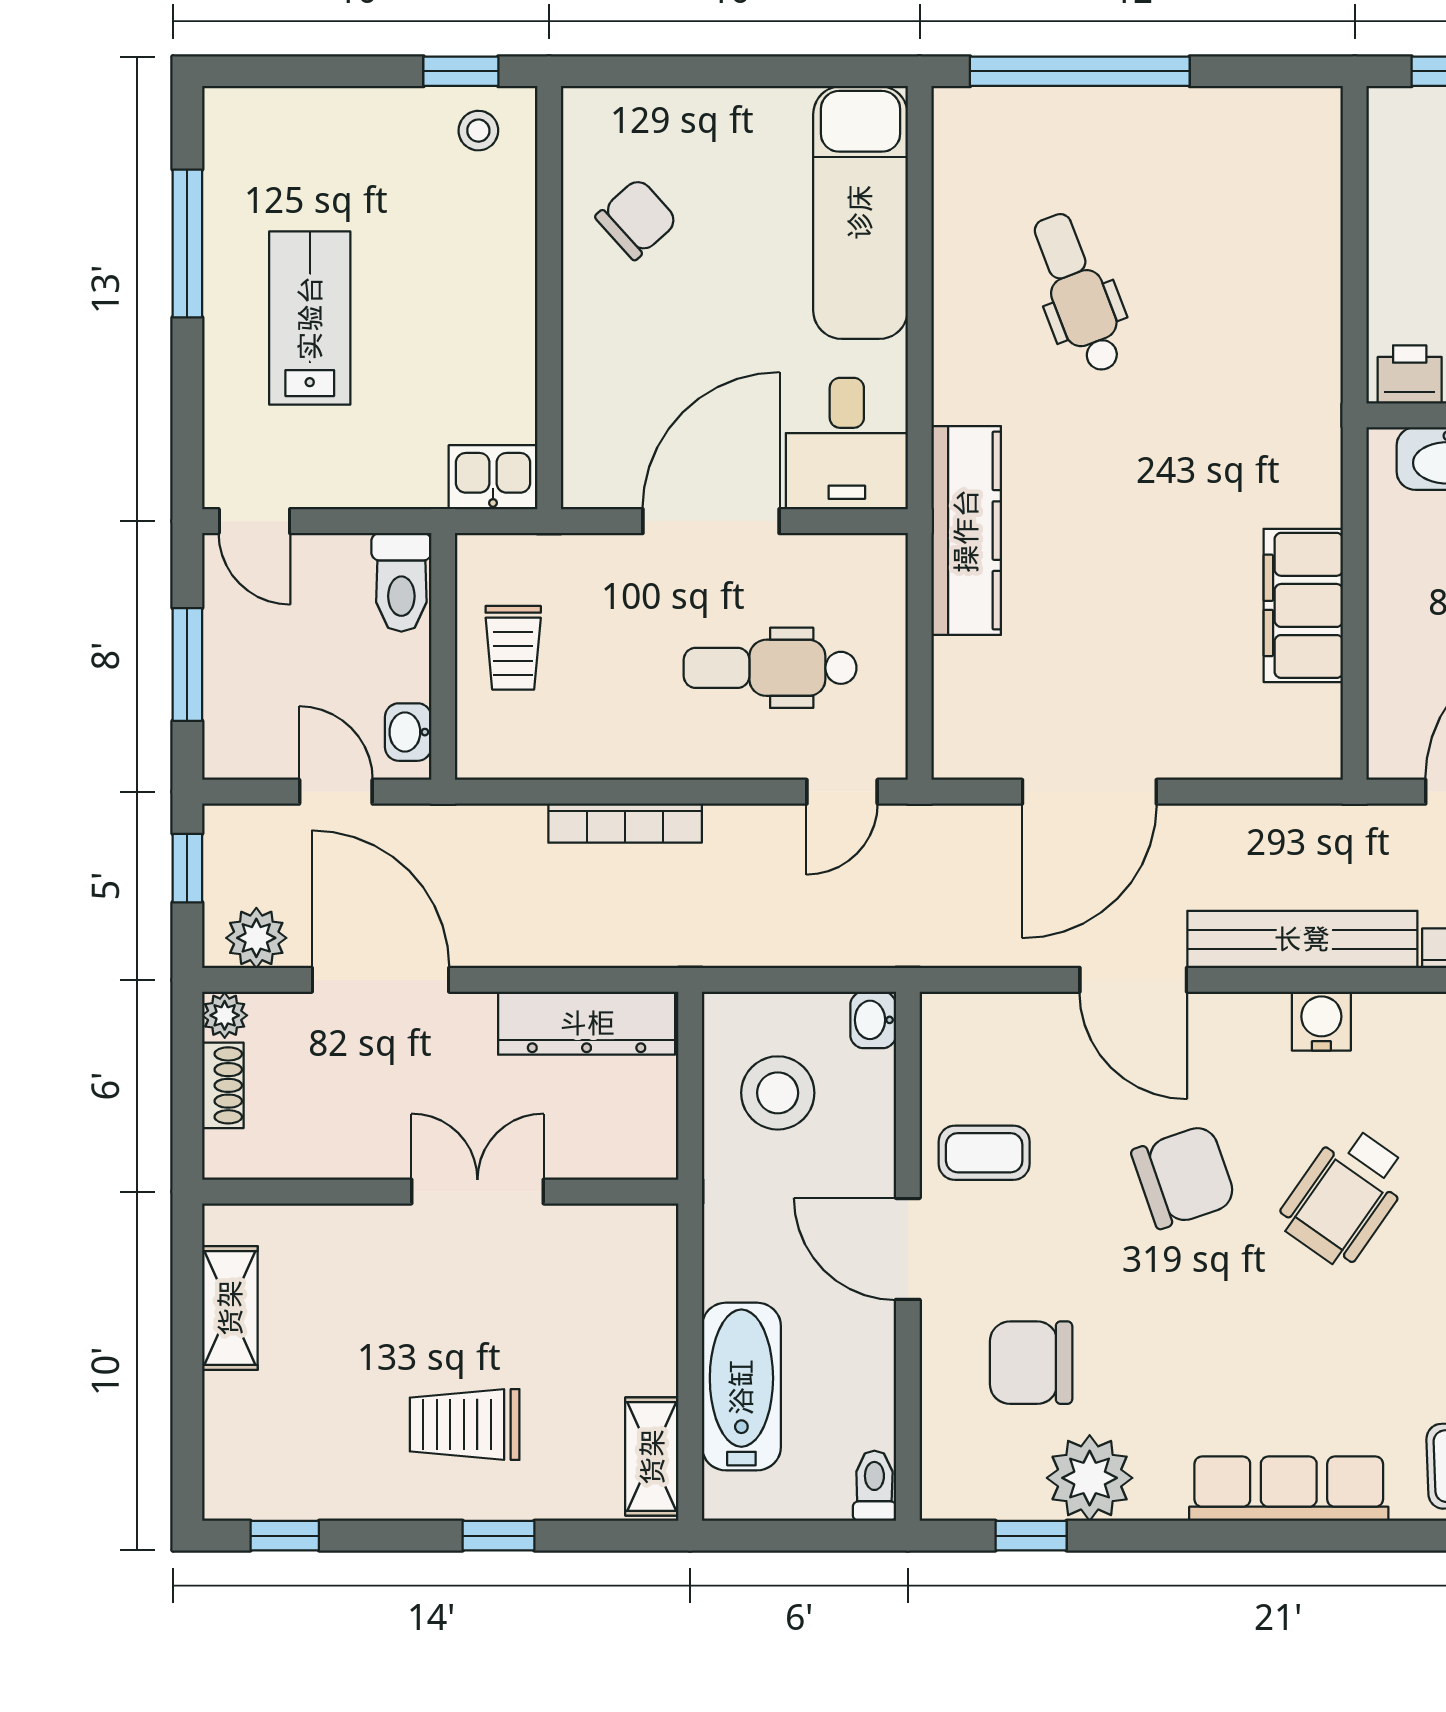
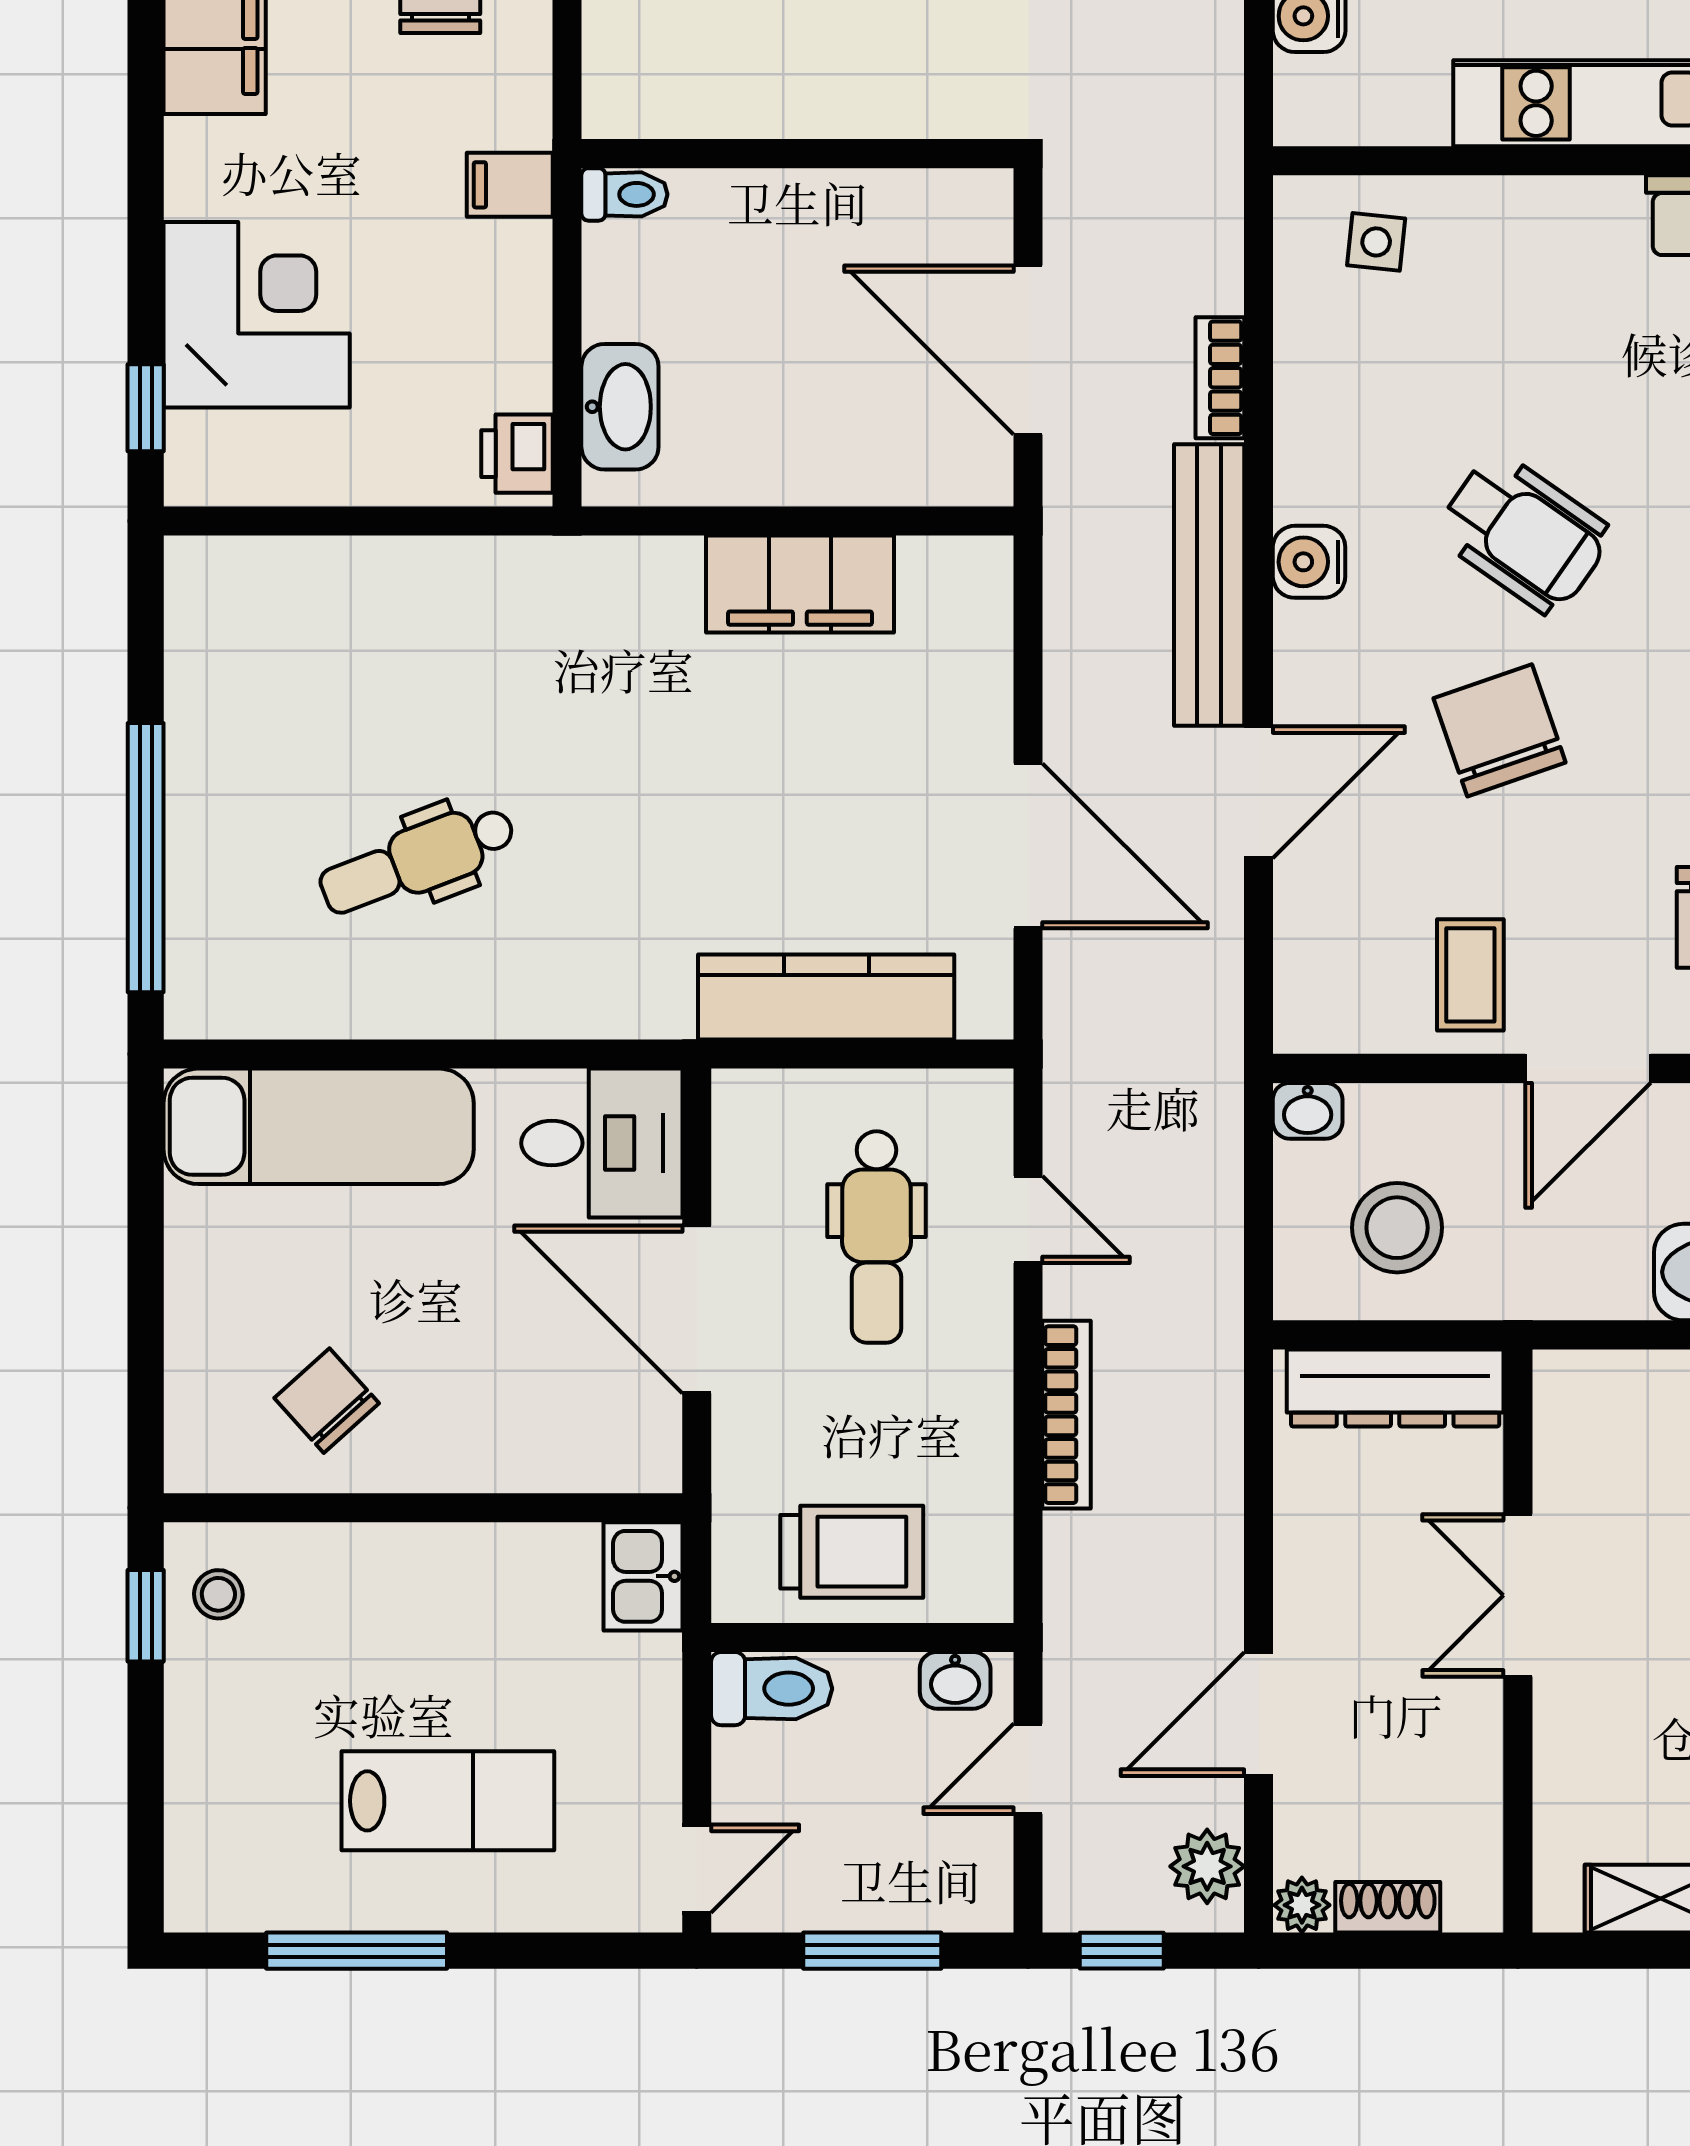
lab bench: (310, 318) -> (448, 1801), turned 180
kitchen counter: (966, 531) -> (826, 997), moved
trolley: (513, 648) -> (852, 1552), width x1.36, depth x1.39
door: (842, 792) -> (1028, 1219), moved
door: (381, 980) -> (1259, 1714), width x0.73
dresser: (587, 1023) -> (1395, 1388), moved, turned 90

